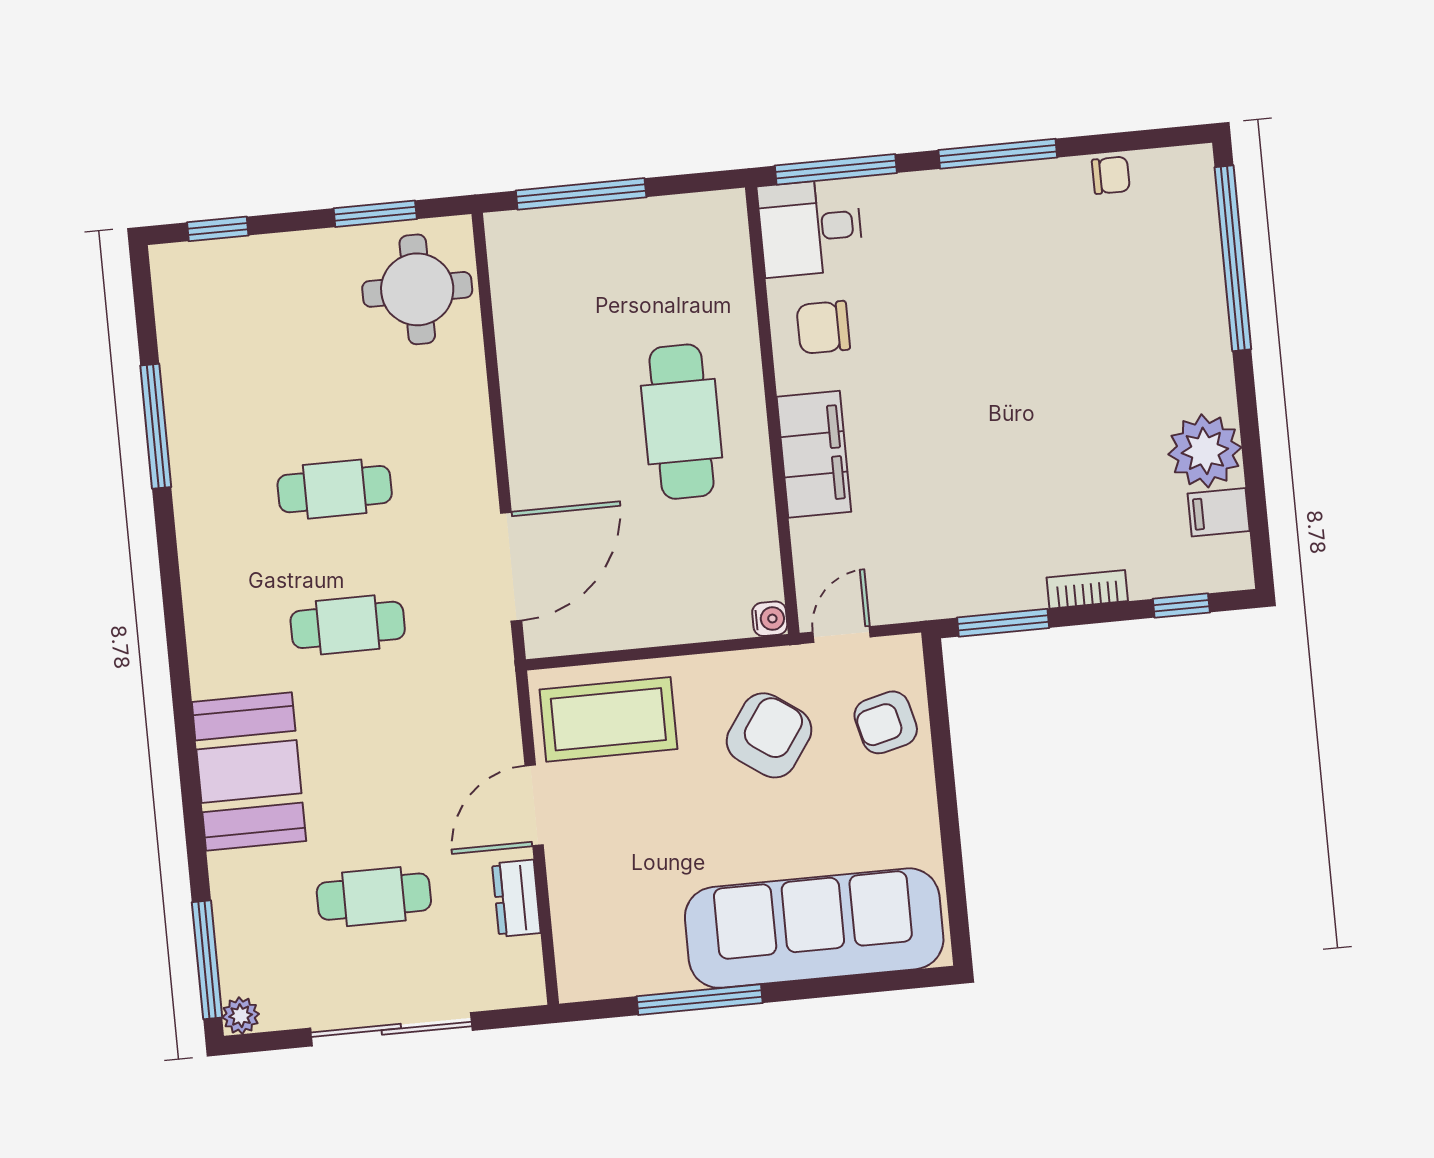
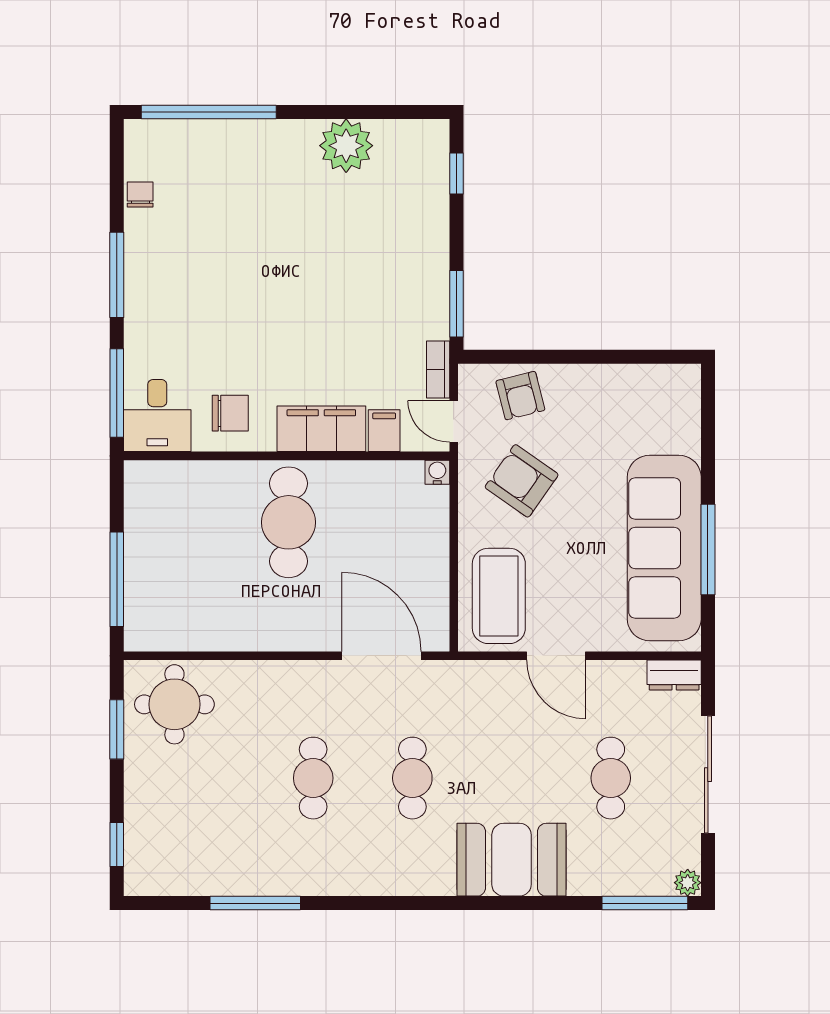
chair: (823, 327) -> (230, 413), turned -90
cafe table: (682, 422) -> (289, 522), turned 90
filing cabinet: (1219, 512) -> (384, 431), moved, turned 180
bookcase: (1087, 589) -> (438, 370), moved
dresser: (516, 898) -> (674, 675), moved
sofa: (814, 928) -> (664, 548), moved

